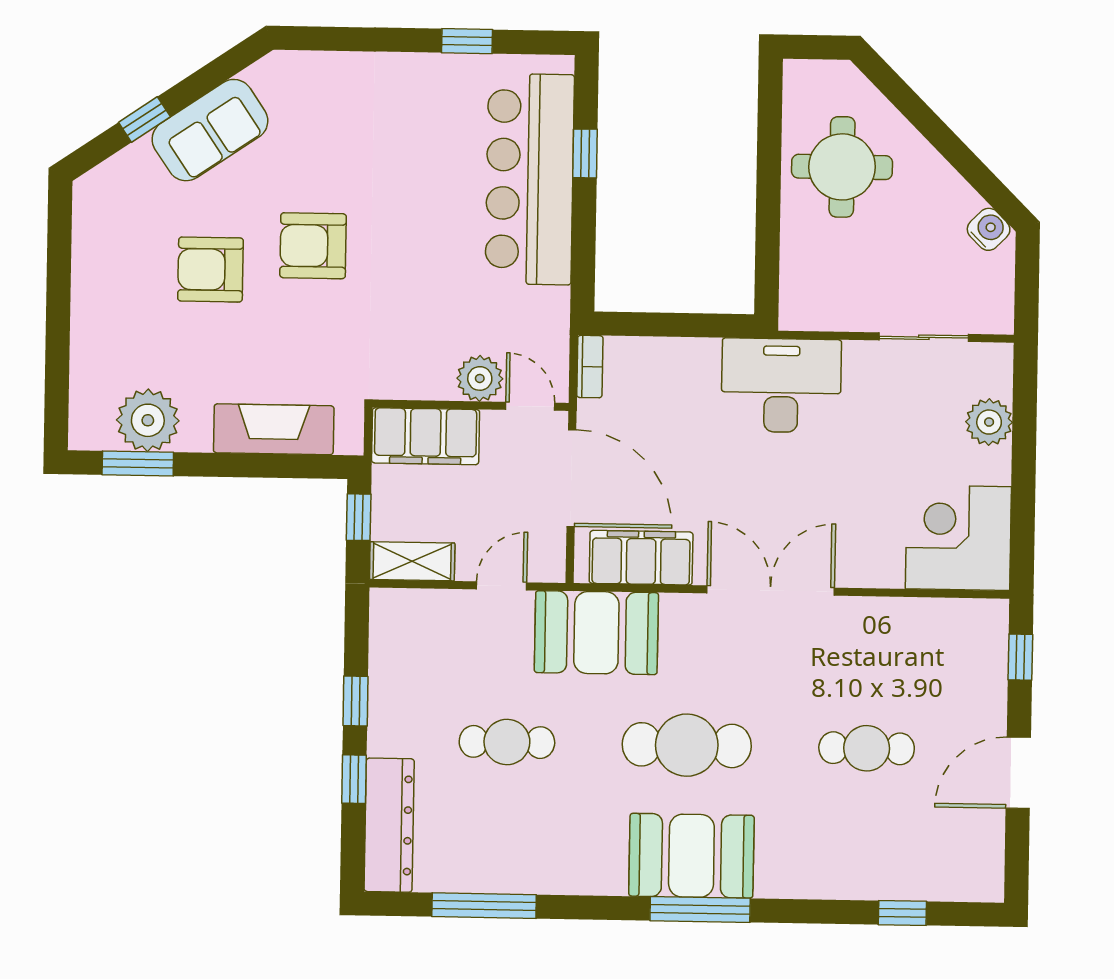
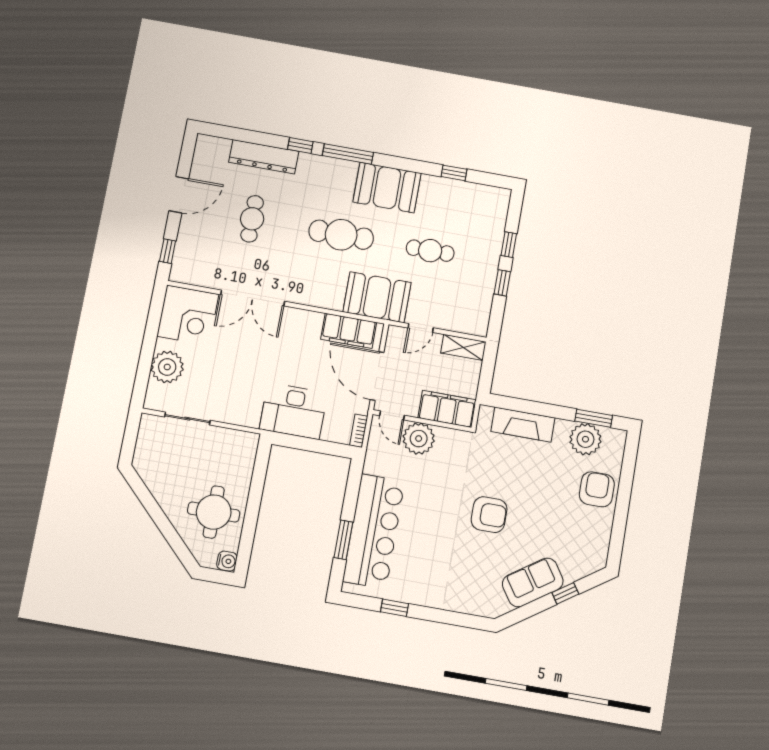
window: (585, 153) -> (343, 540), width x1.50
water cooler: (989, 229) -> (227, 561), moved, turned -135
armchair: (210, 269) -> (597, 489), moved, turned -90
plant: (480, 378) -> (419, 439), width x1.36, depth x1.36
desk: (781, 385) -> (293, 411), moved
plant: (989, 422) -> (167, 367), width x1.36, depth x1.36
window: (359, 517) -> (487, 374), removed
double door: (771, 591) -> (253, 298), moved
cafe table: (867, 748) -> (252, 219), turned 90
dresser: (389, 825) -> (264, 157), moved, turned -90
booth: (691, 856) -> (387, 188), moved
window: (484, 906) -> (454, 173), width x0.46
window: (902, 913) -> (300, 145), moved

